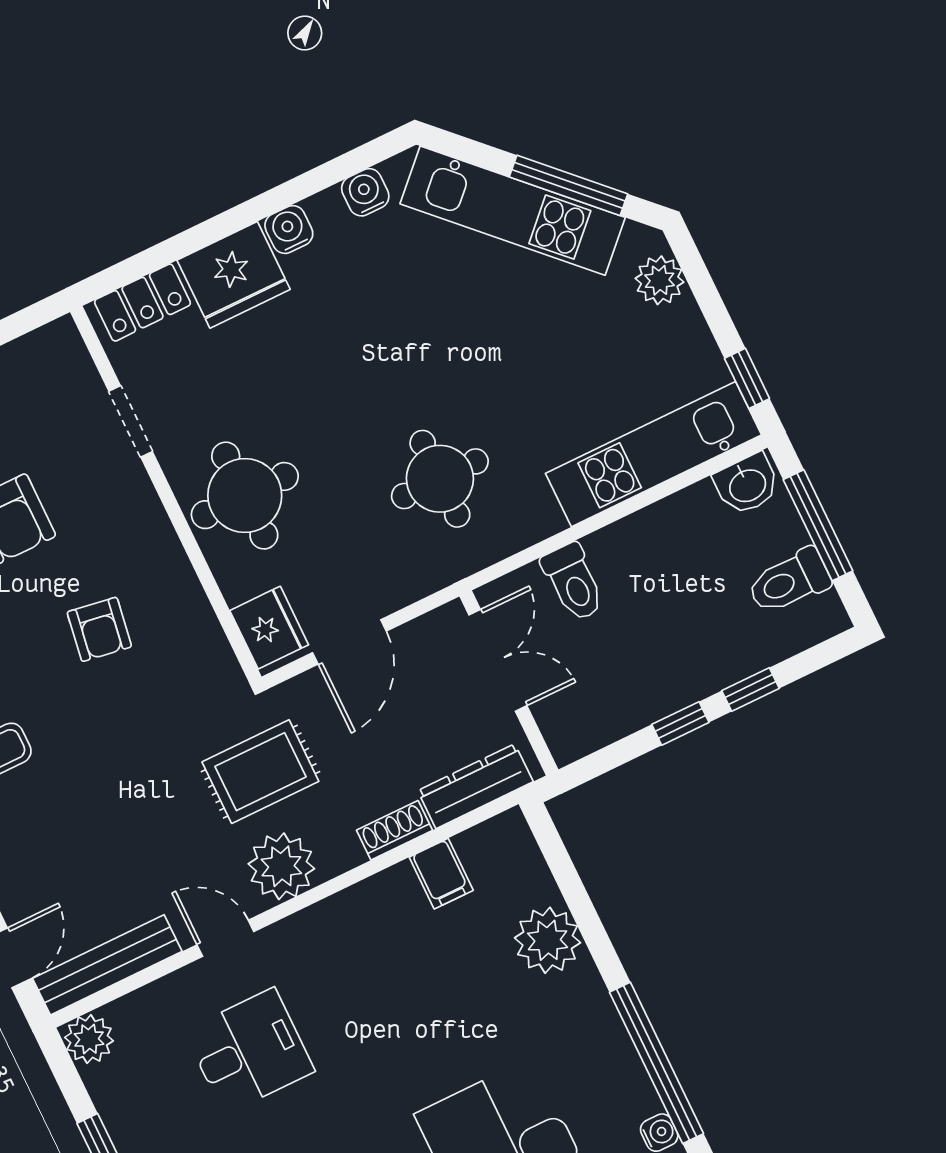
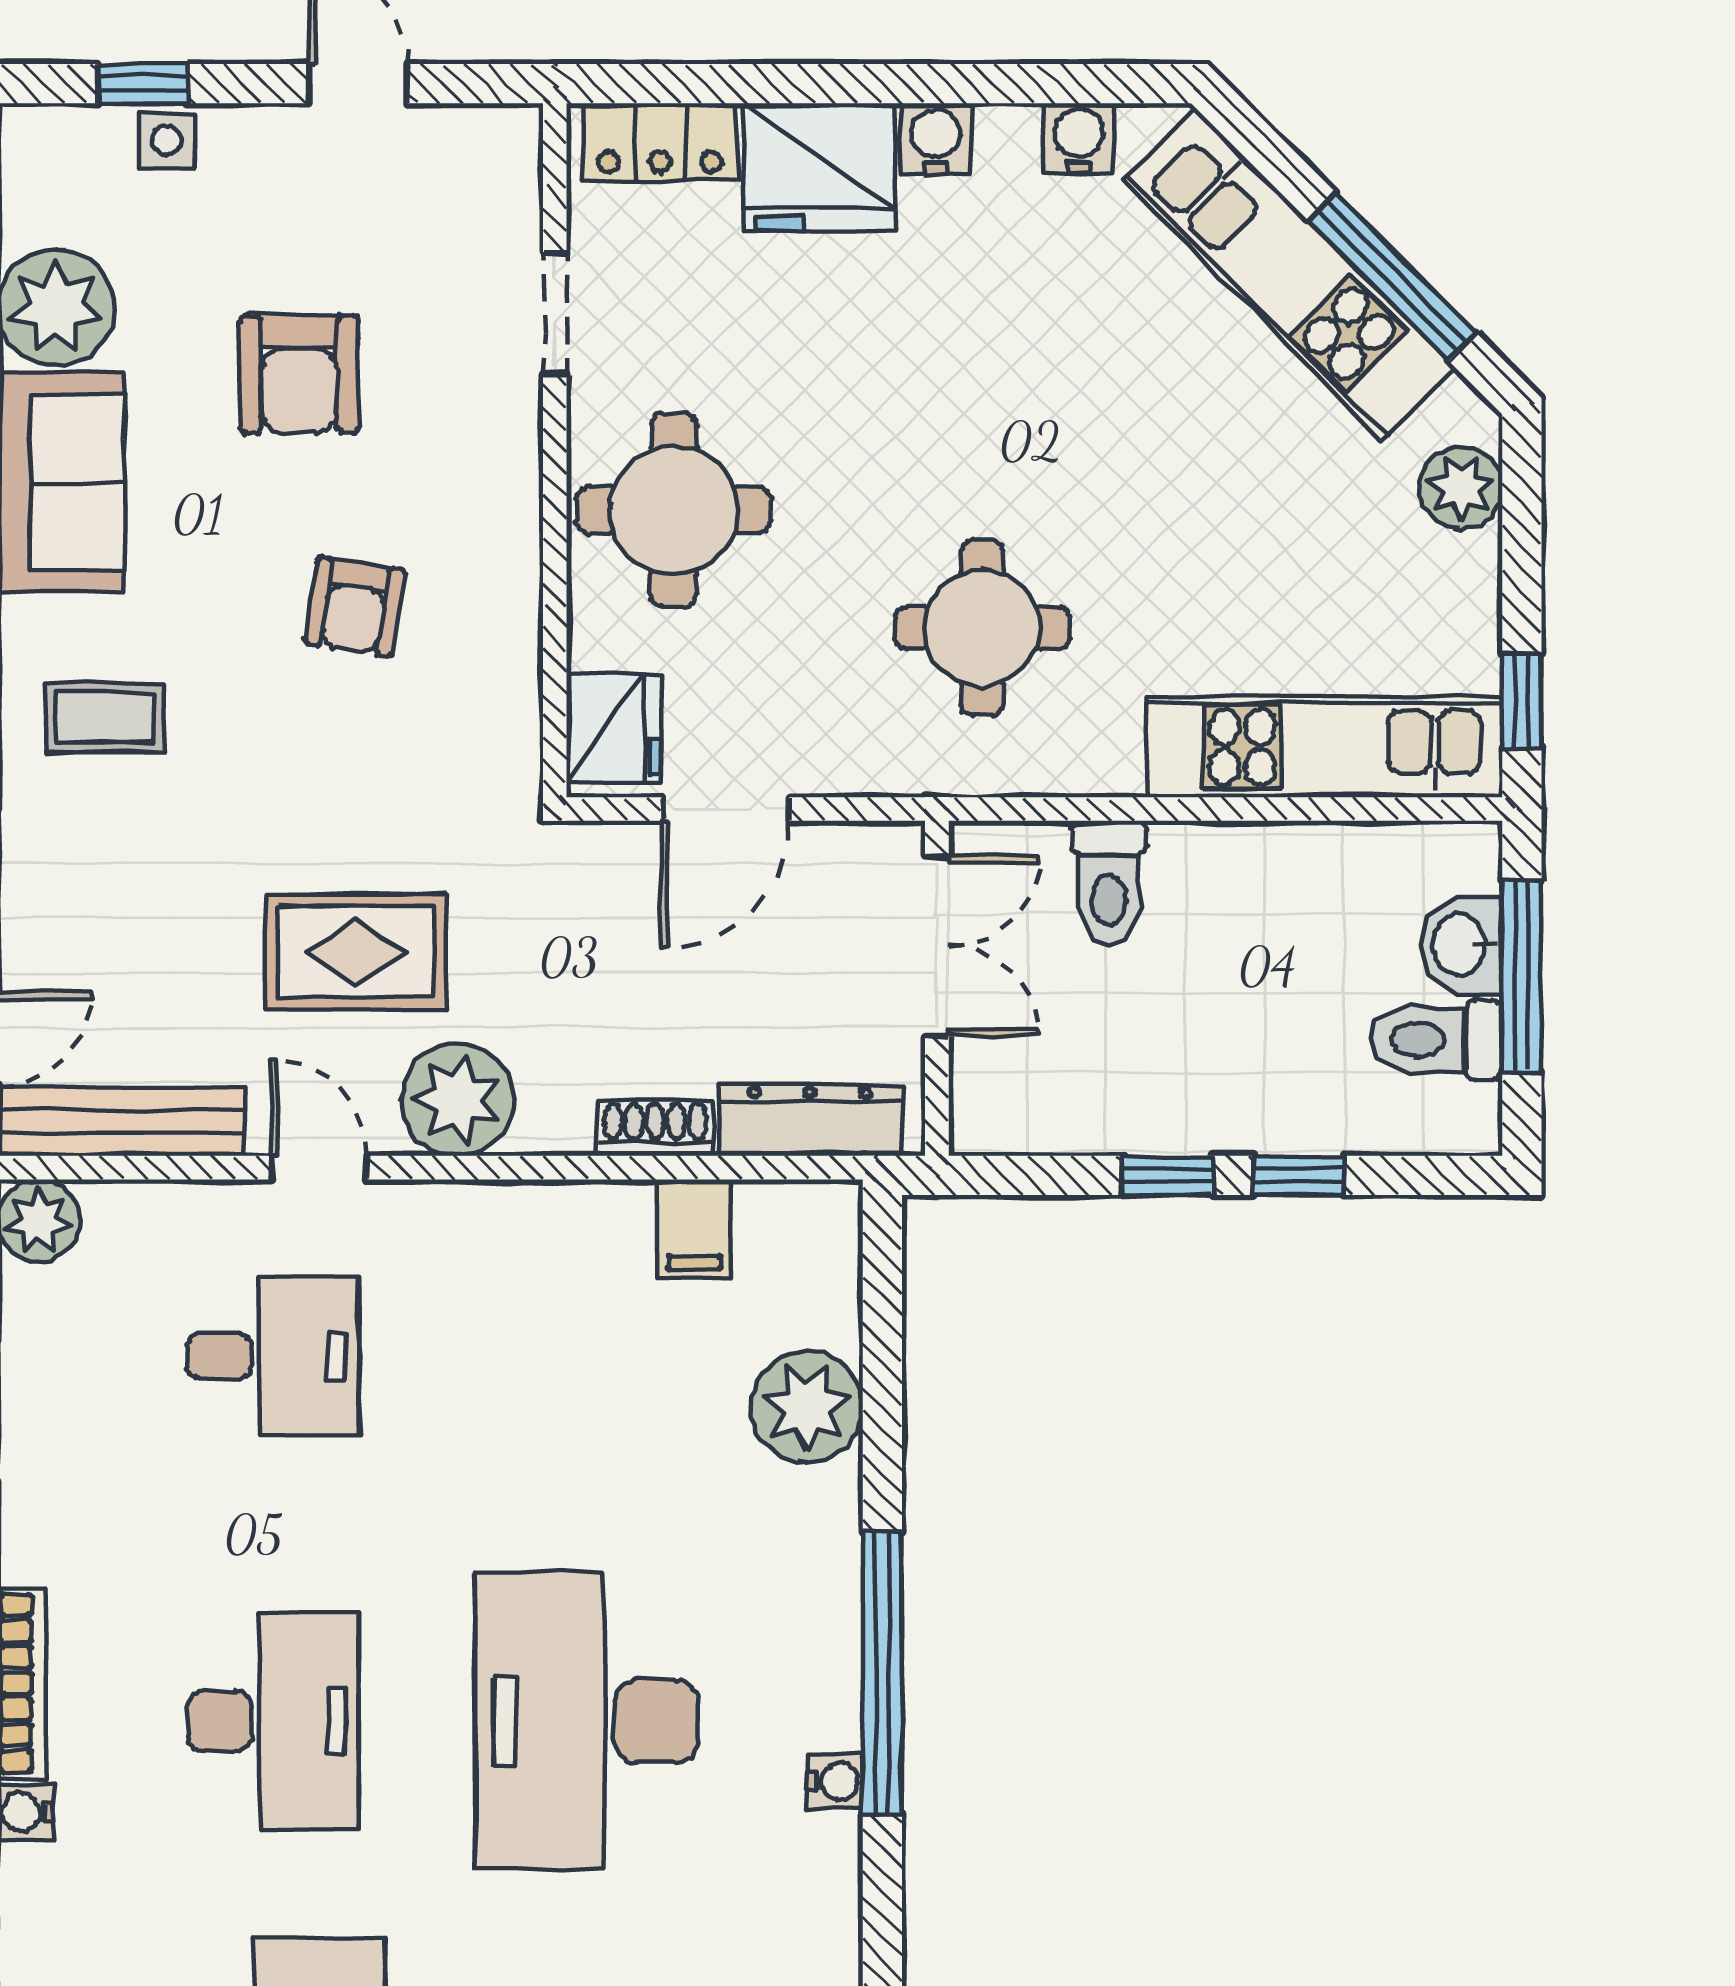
washbasin: (747, 484) -> (1461, 945), moved, turned 90
rug: (260, 772) -> (356, 952), moved

